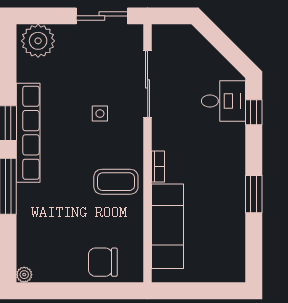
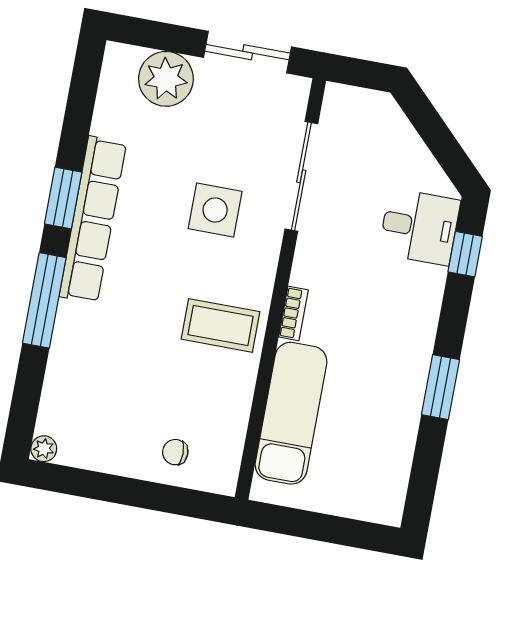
plant: (38, 41) -> (166, 79), moved
side table: (100, 114) -> (215, 210), width x1.87, depth x1.87
chair: (103, 262) -> (175, 452), width x0.54, depth x0.54

